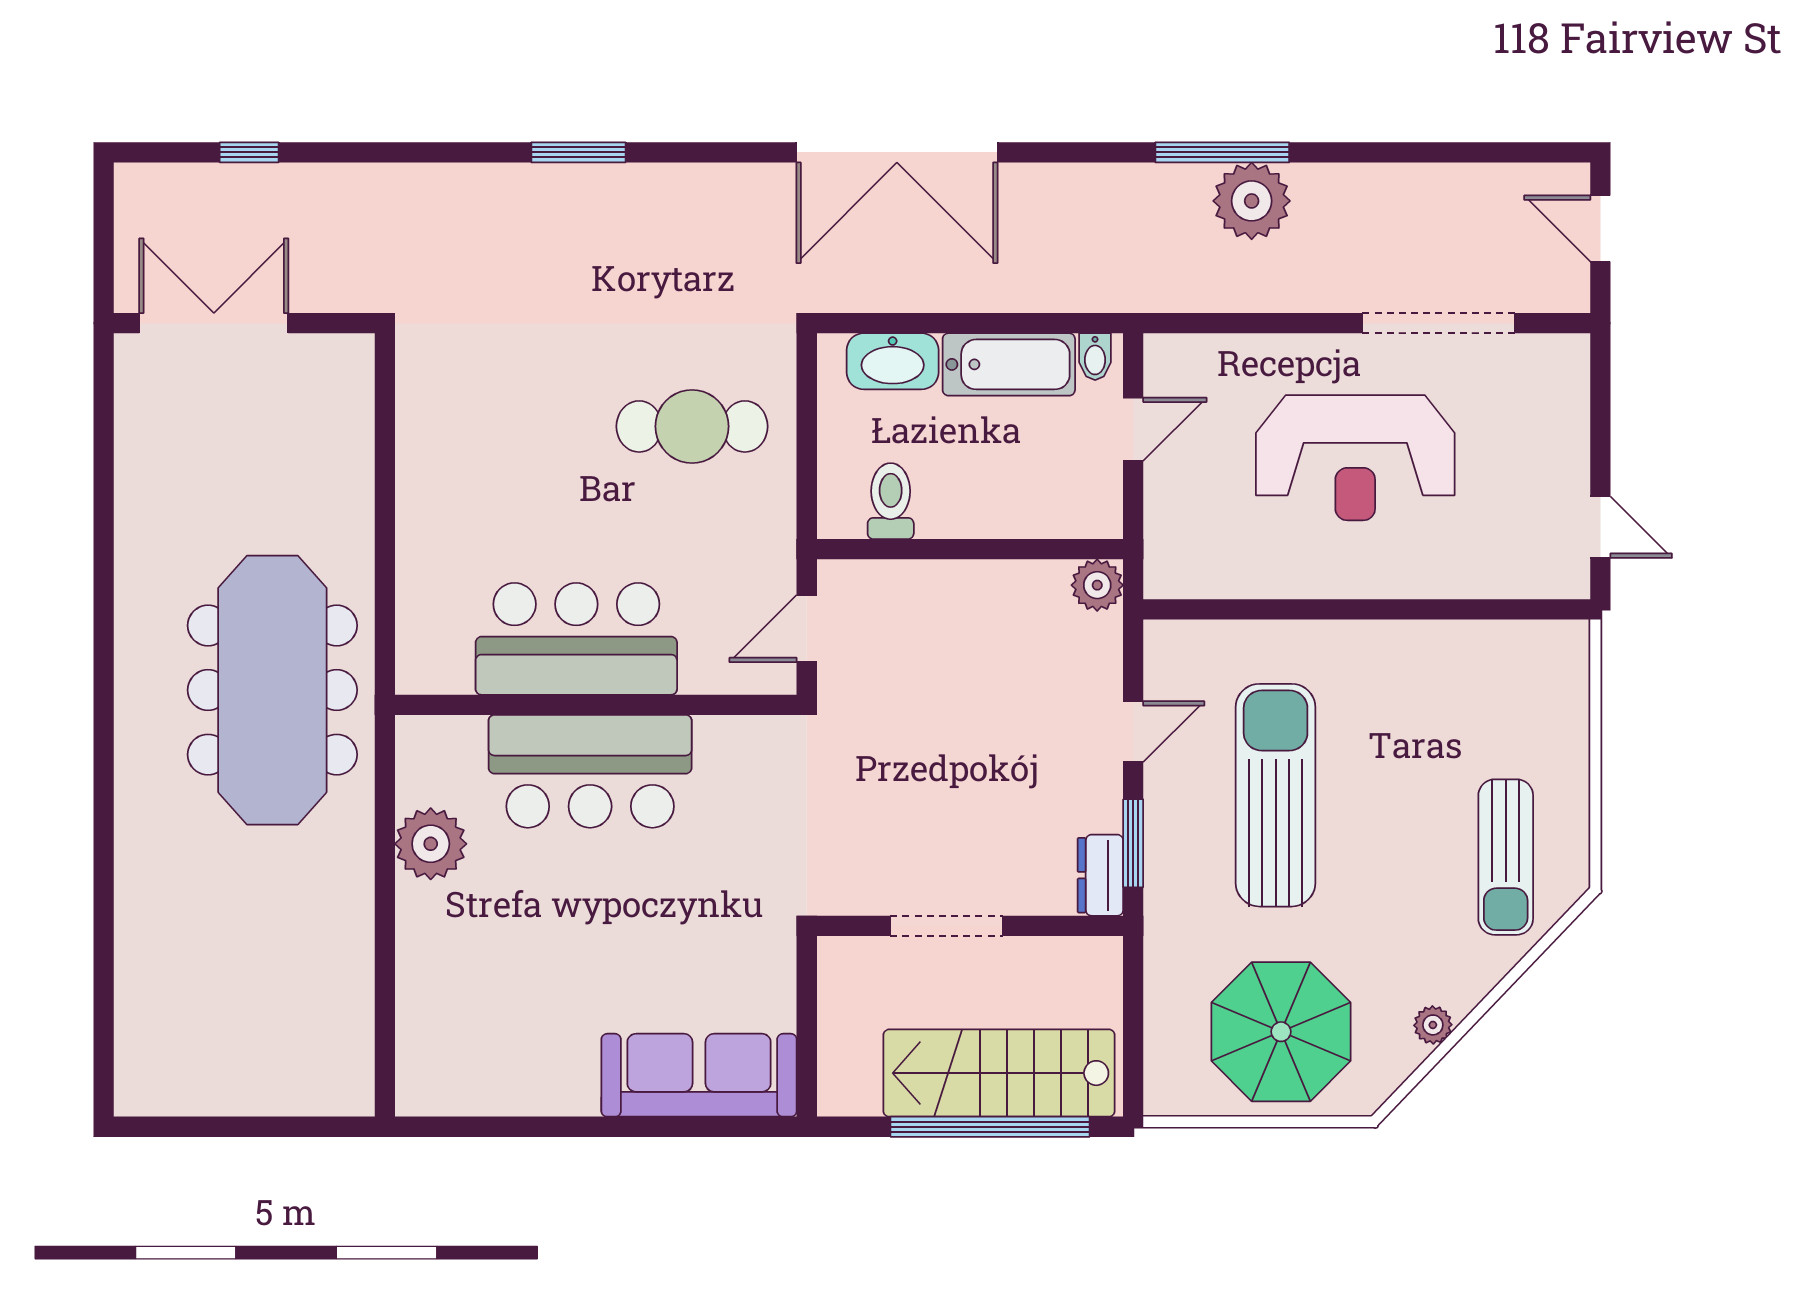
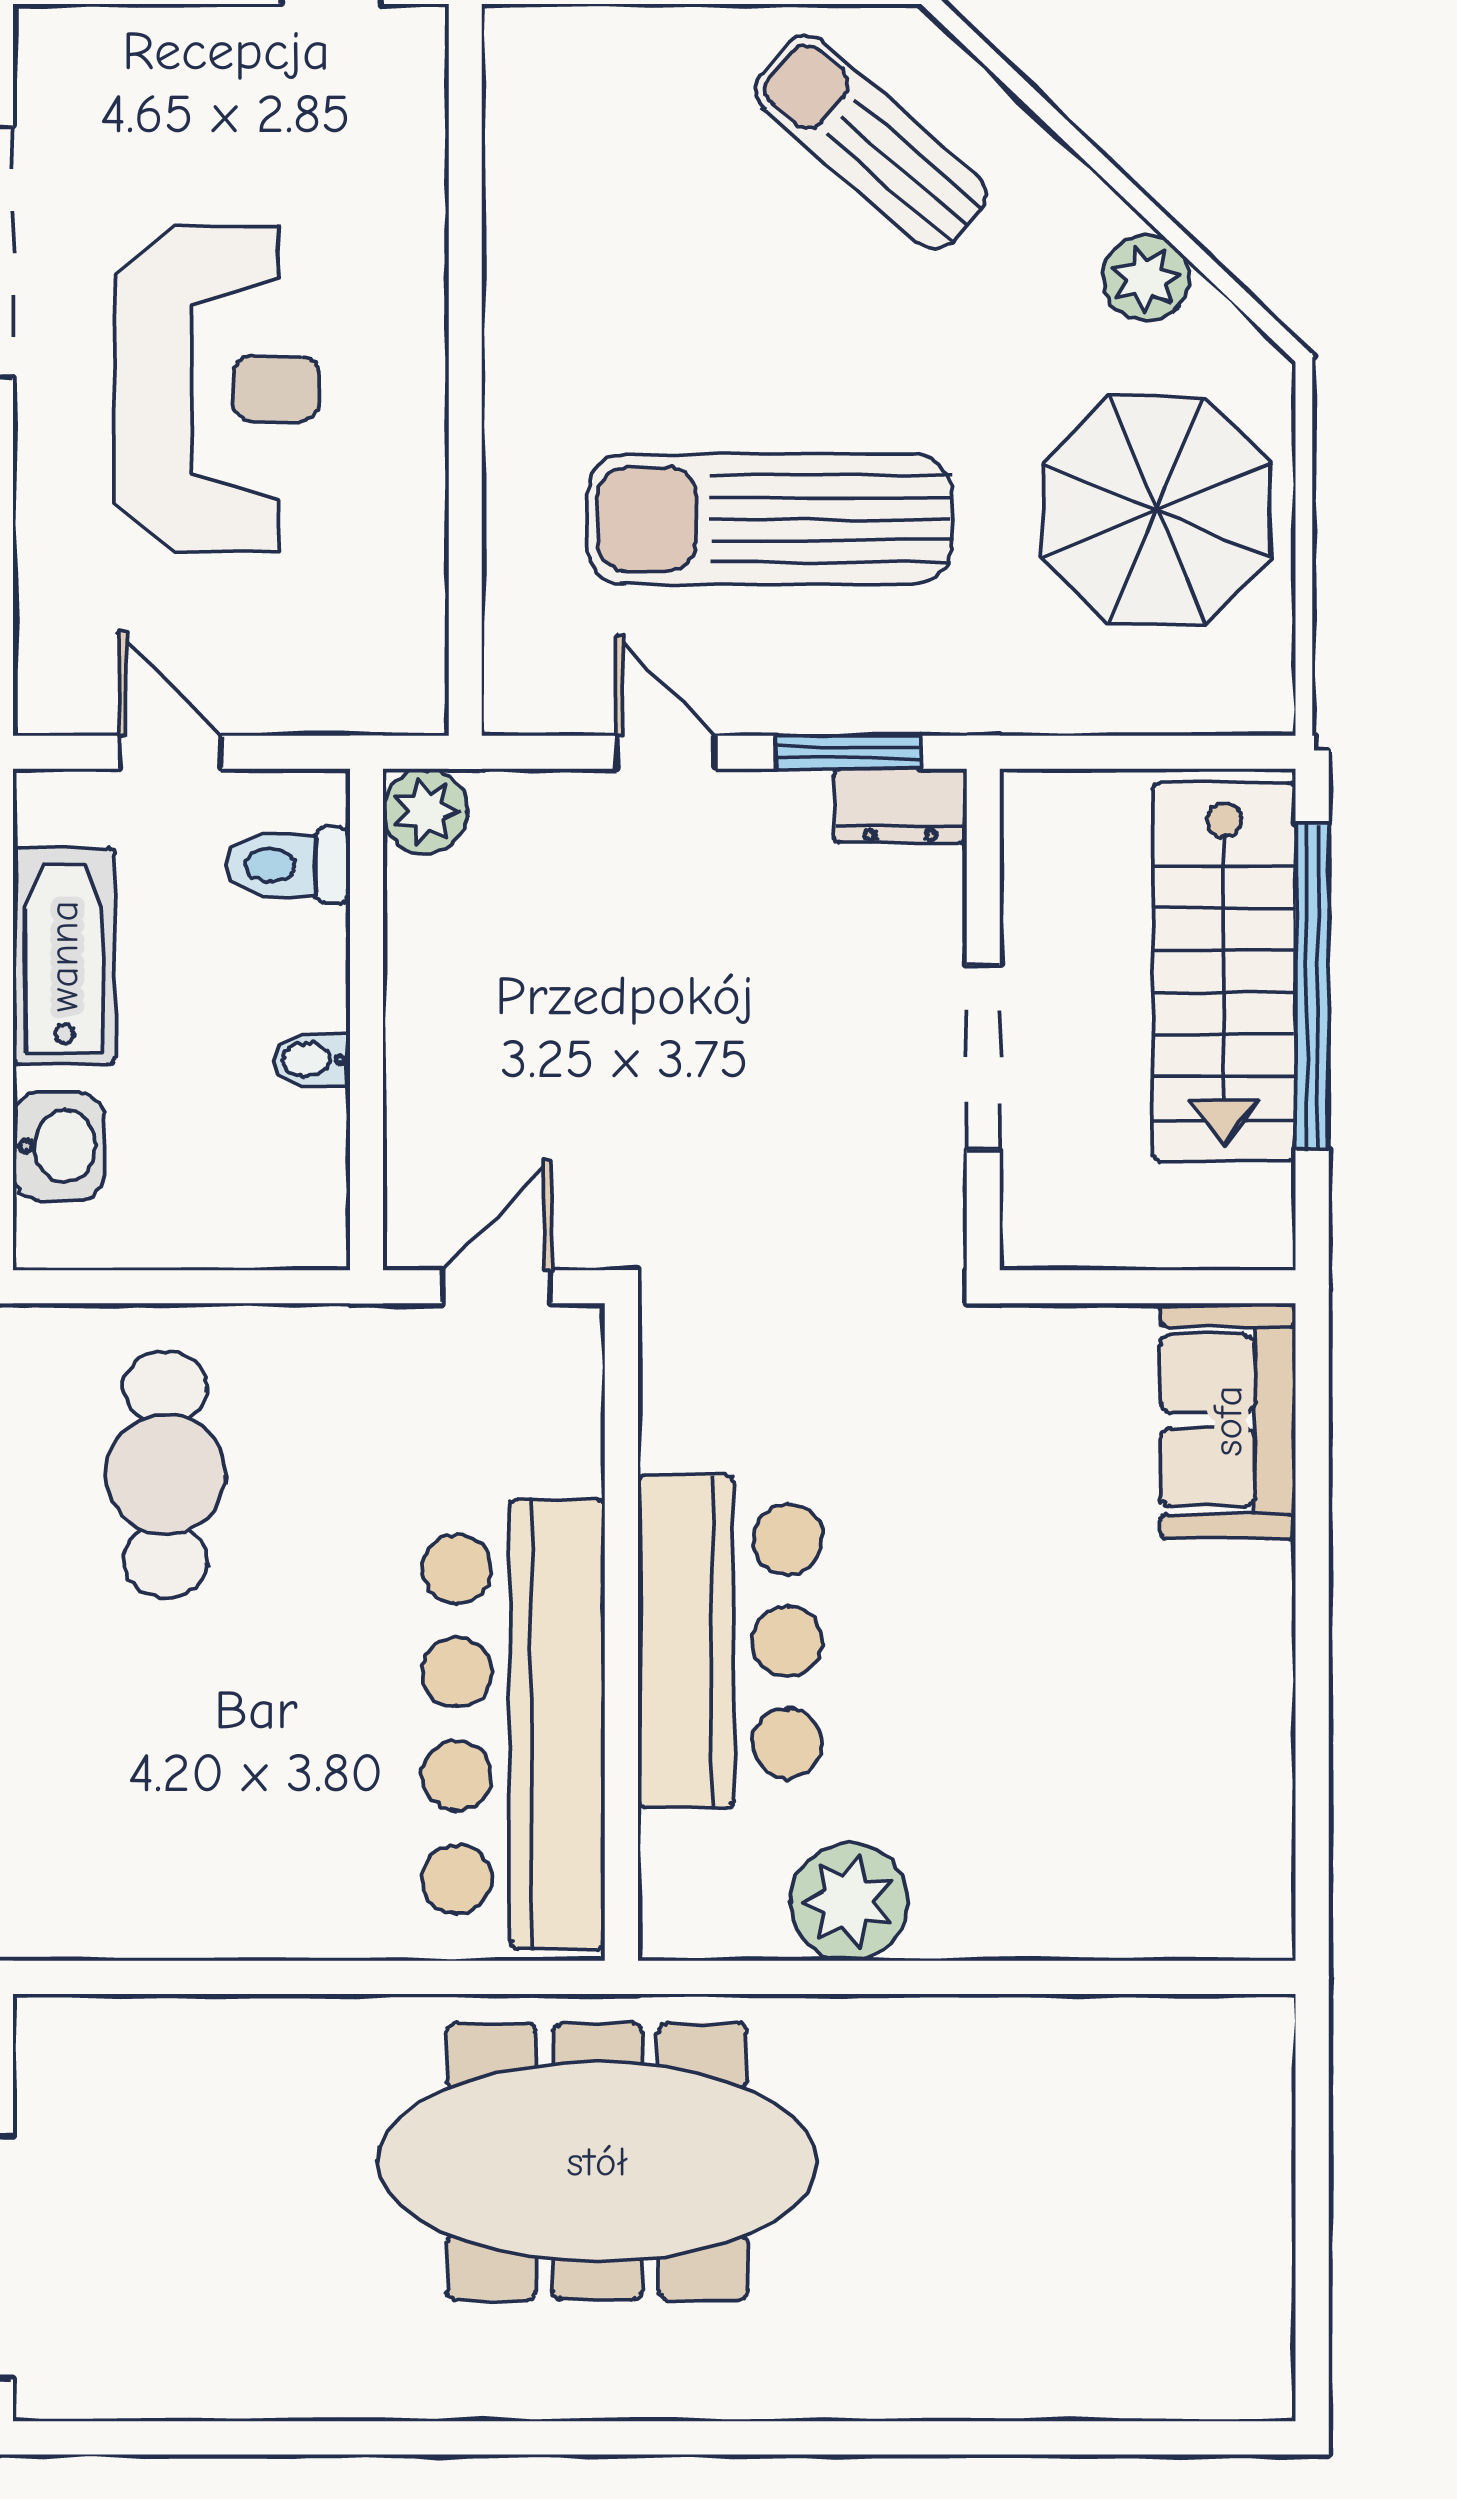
bidet: (1095, 357) -> (312, 1060), moved, turned 180
washbasin: (893, 361) -> (59, 1146), width x0.72
toilet: (891, 501) -> (288, 865), moved
door: (807, 629) -> (497, 1287), swing flipped
bar counter: (576, 639) -> (513, 1724), width x1.36
sun lounger: (1506, 857) -> (871, 142), turned -139
plant: (1433, 1025) -> (1146, 278), width x1.38, depth x1.38
sofa: (699, 1075) -> (1228, 1421), width x0.73

